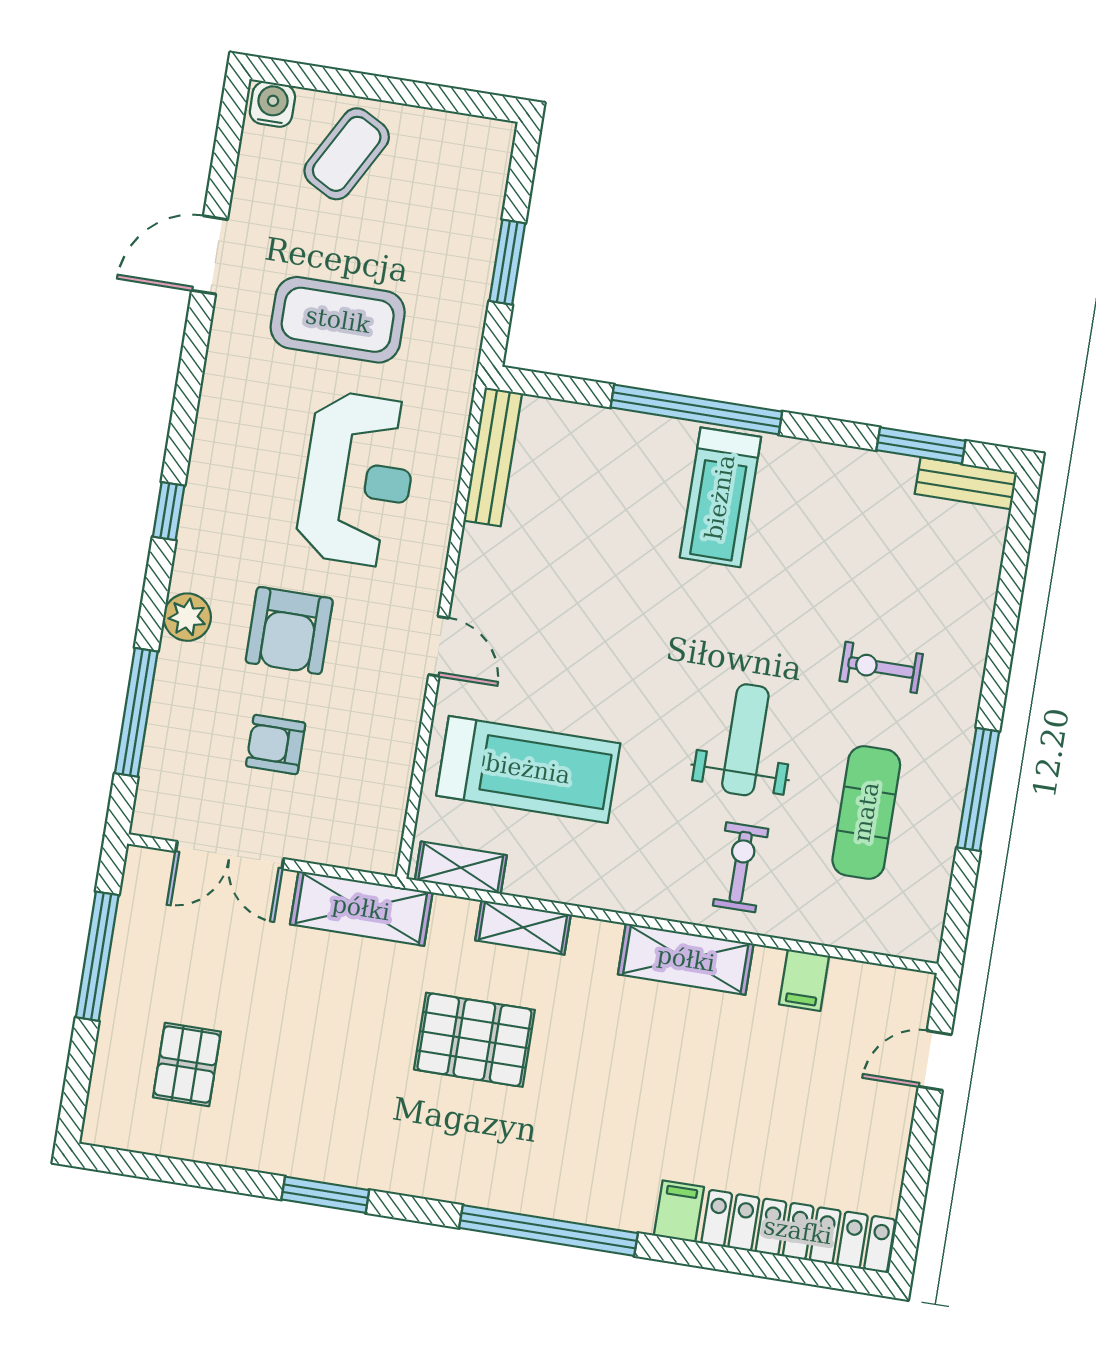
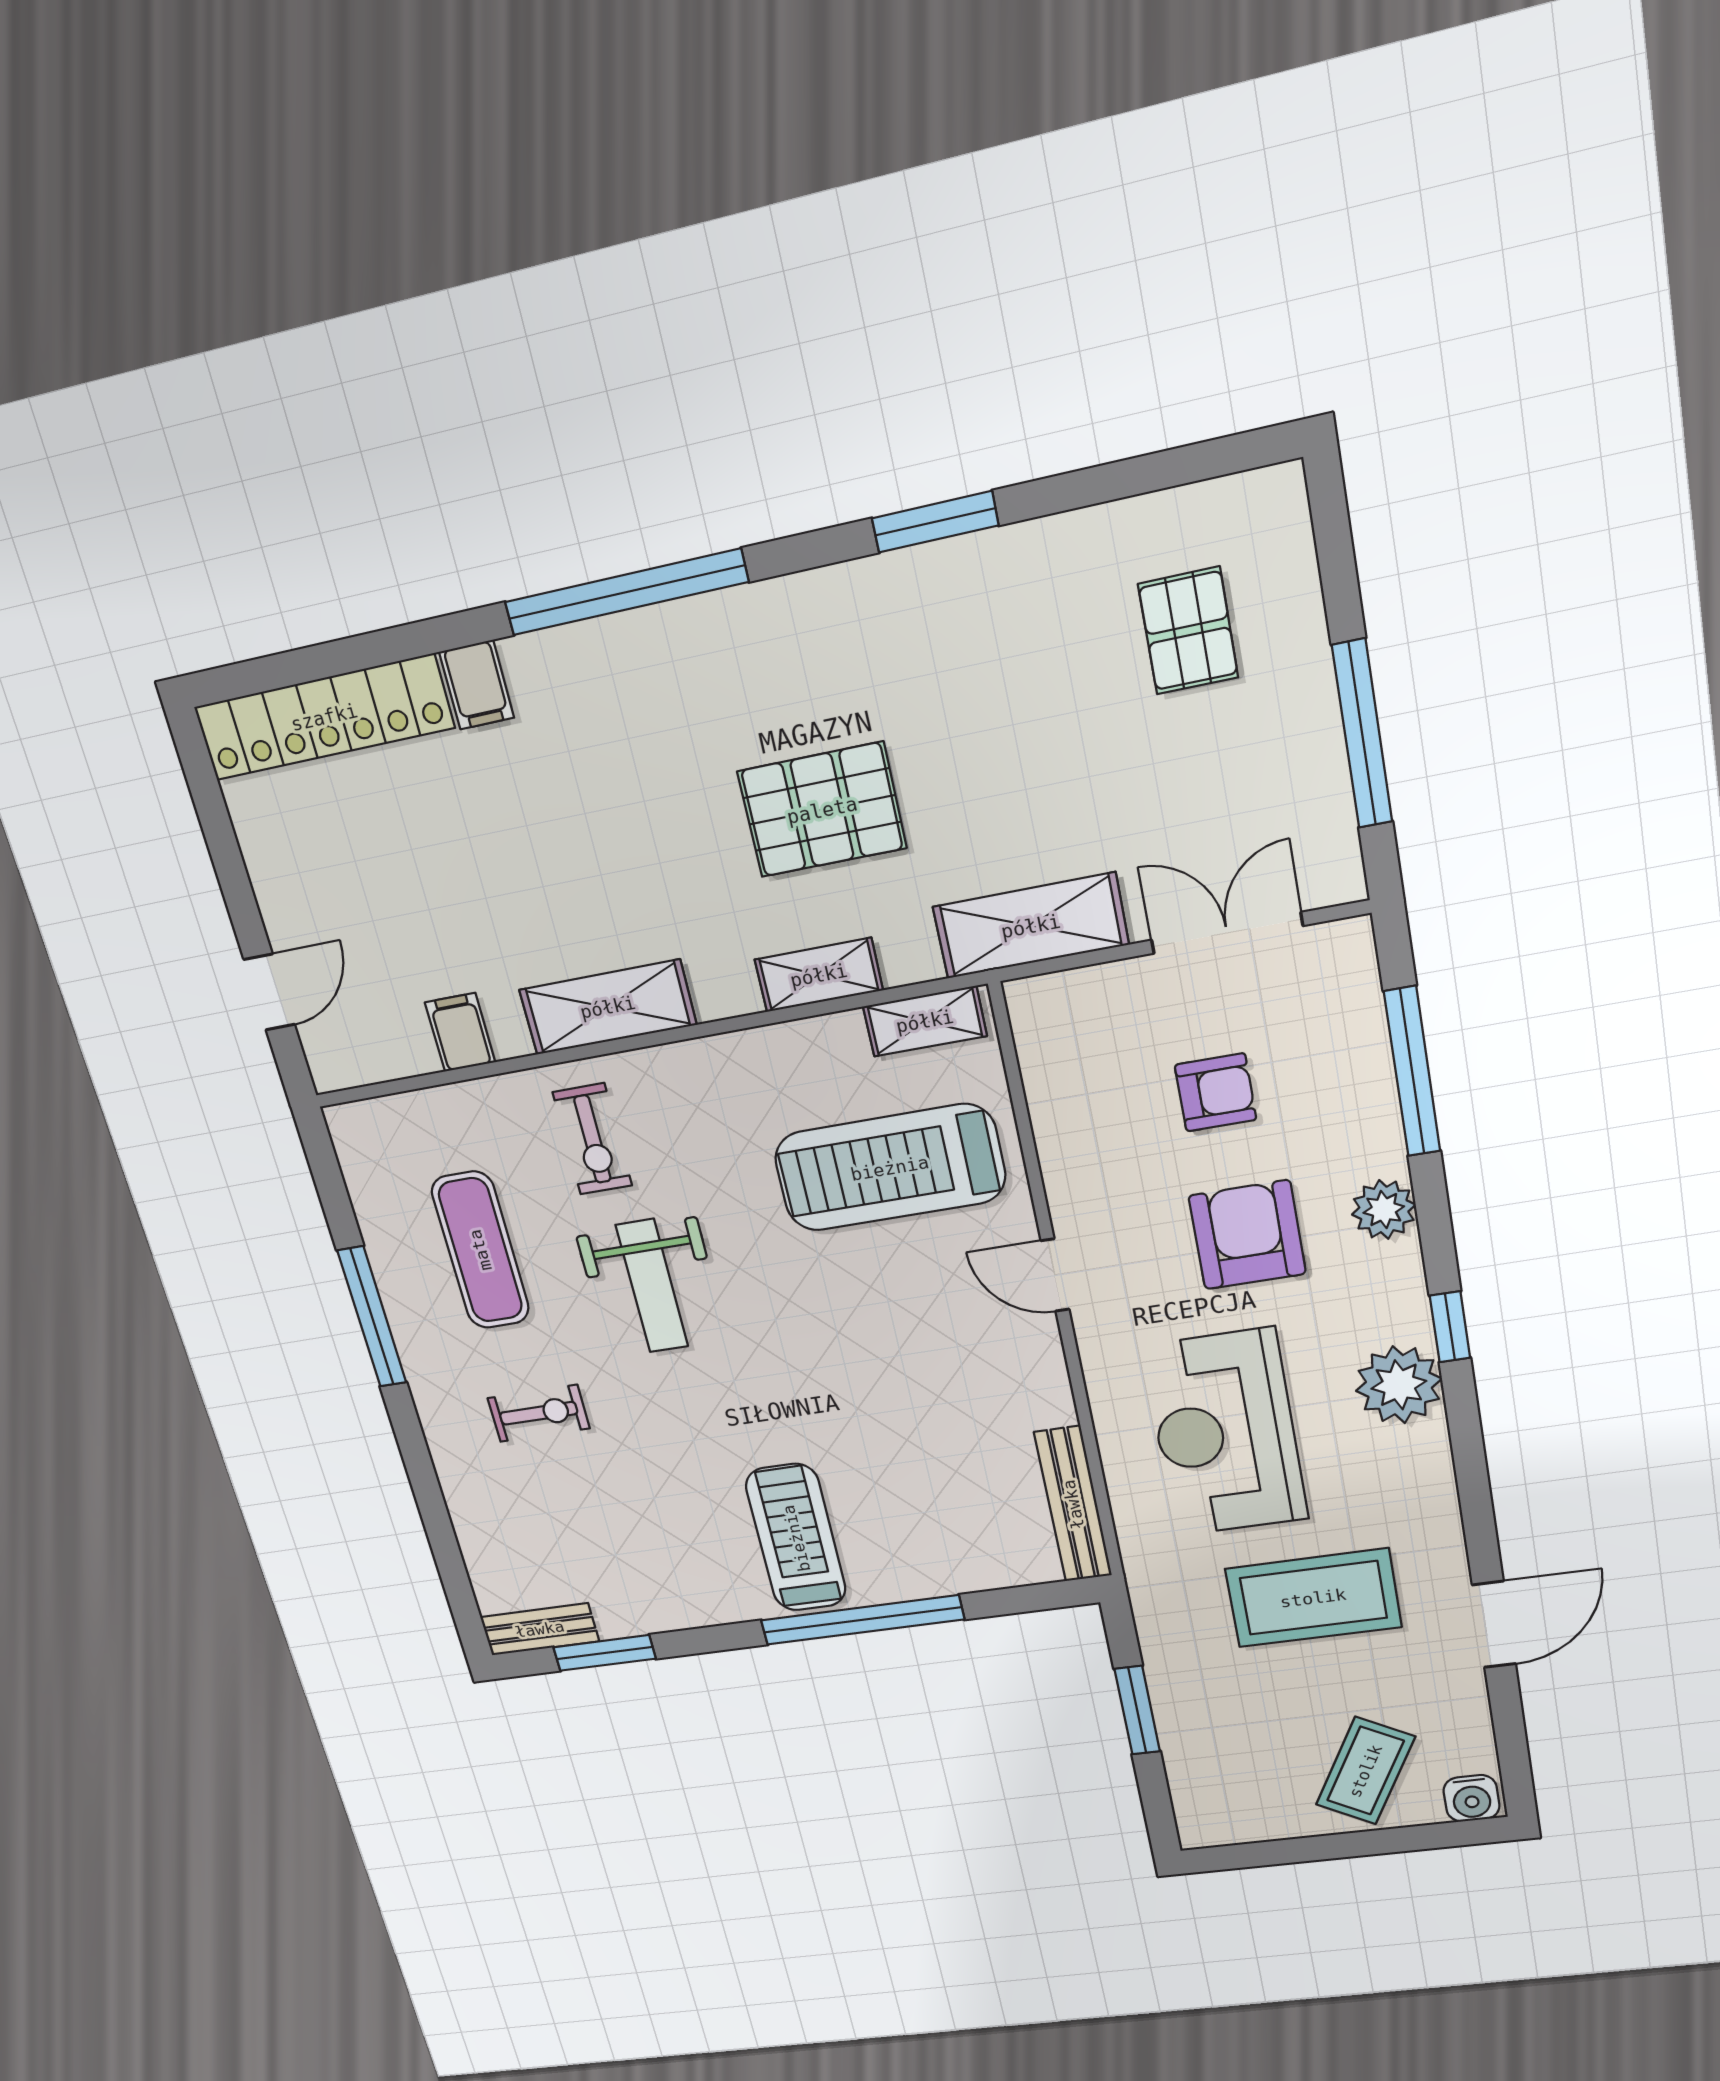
plant: (219, 477) -> (1399, 1385), added

